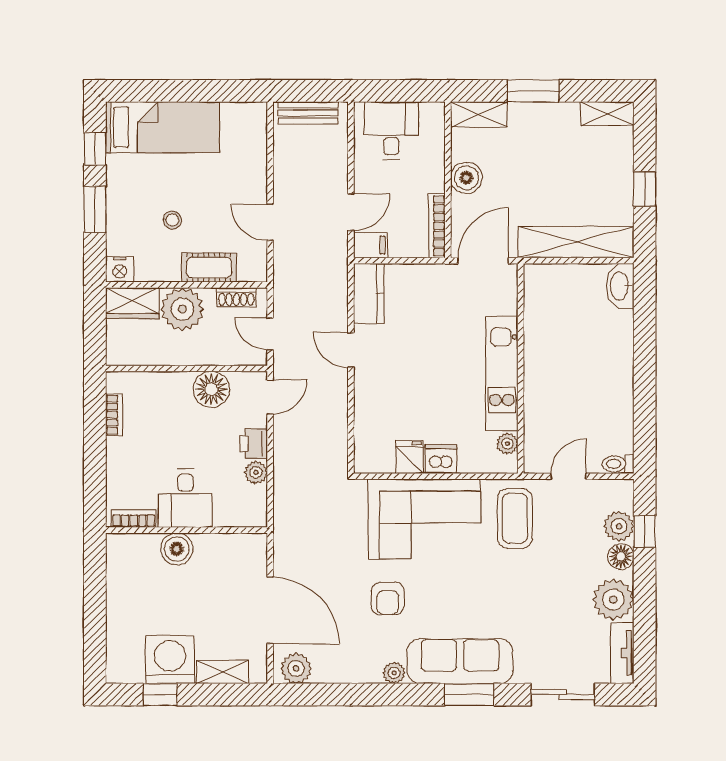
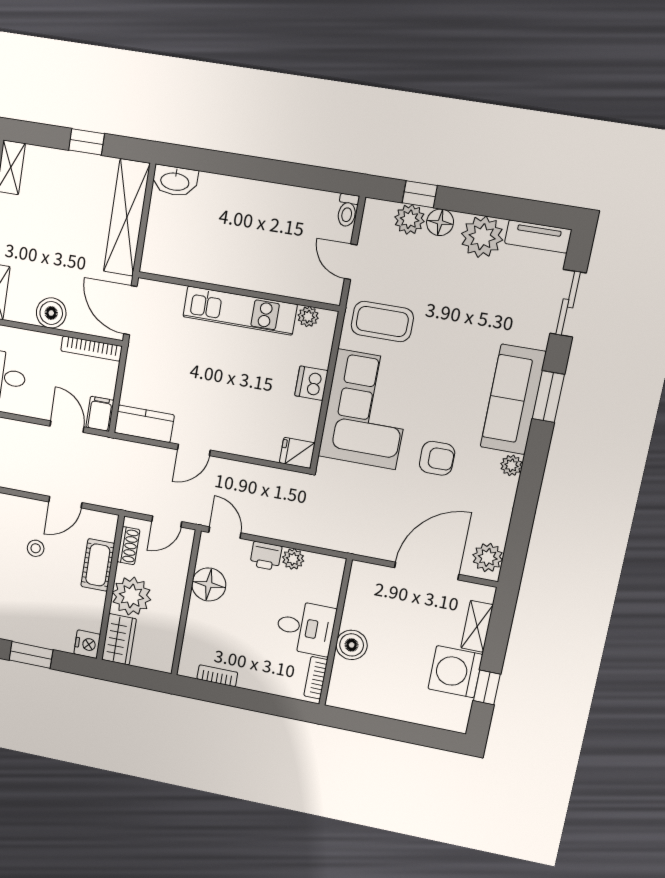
stool: (172, 220) -> (36, 548), moved
fridge: (409, 457) -> (297, 453), moved

